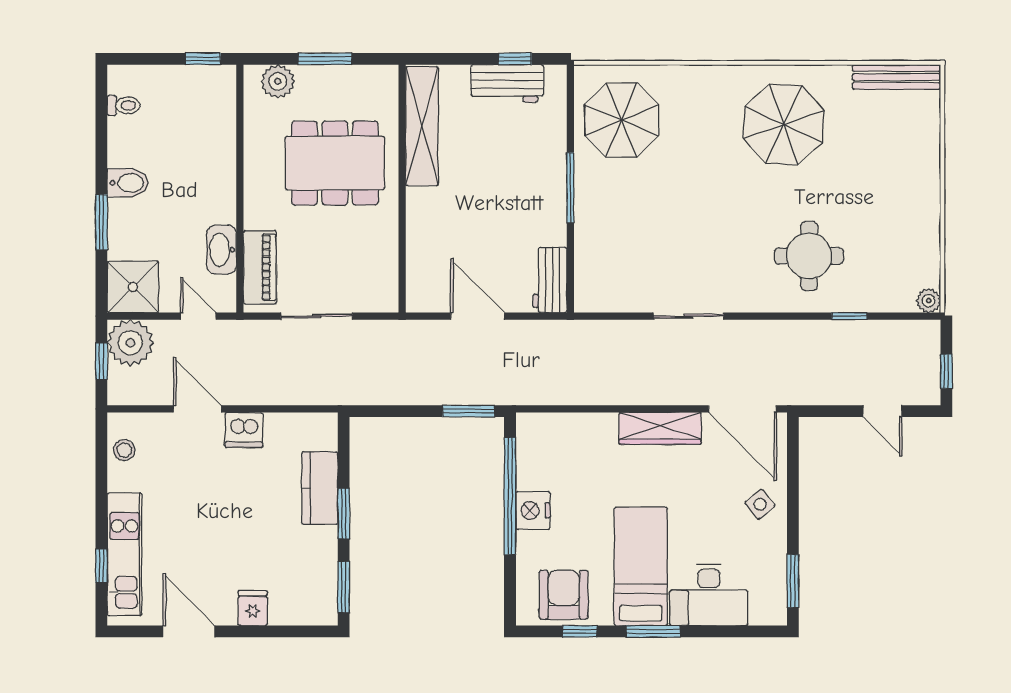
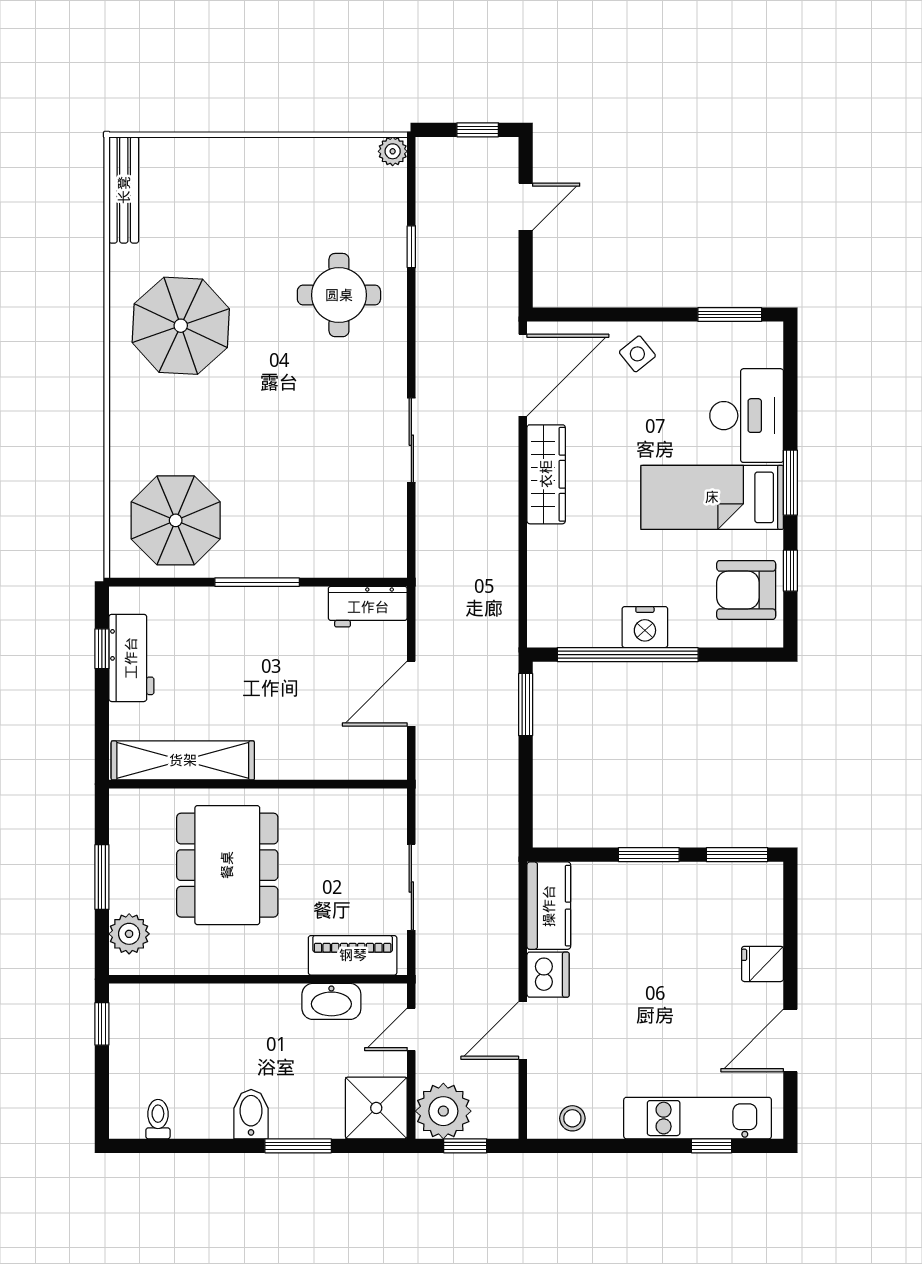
kitchen counter: (320, 488) -> (549, 906), moved, turned -90

